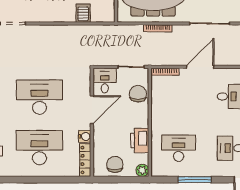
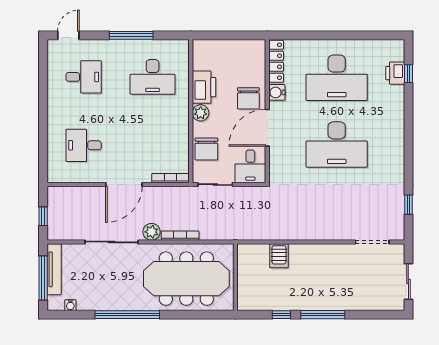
plant: (179, 31) -> (152, 232), added
chair: (115, 164) -> (248, 98), moved
plant: (142, 170) -> (201, 113), moved

